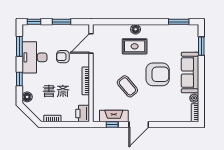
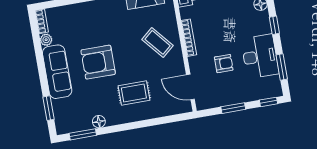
floor lamp: (136, 29) -> (99, 122), moved
door: (91, 43) -> (190, 87), swing flipped
coffee table: (127, 86) -> (158, 42), moved

